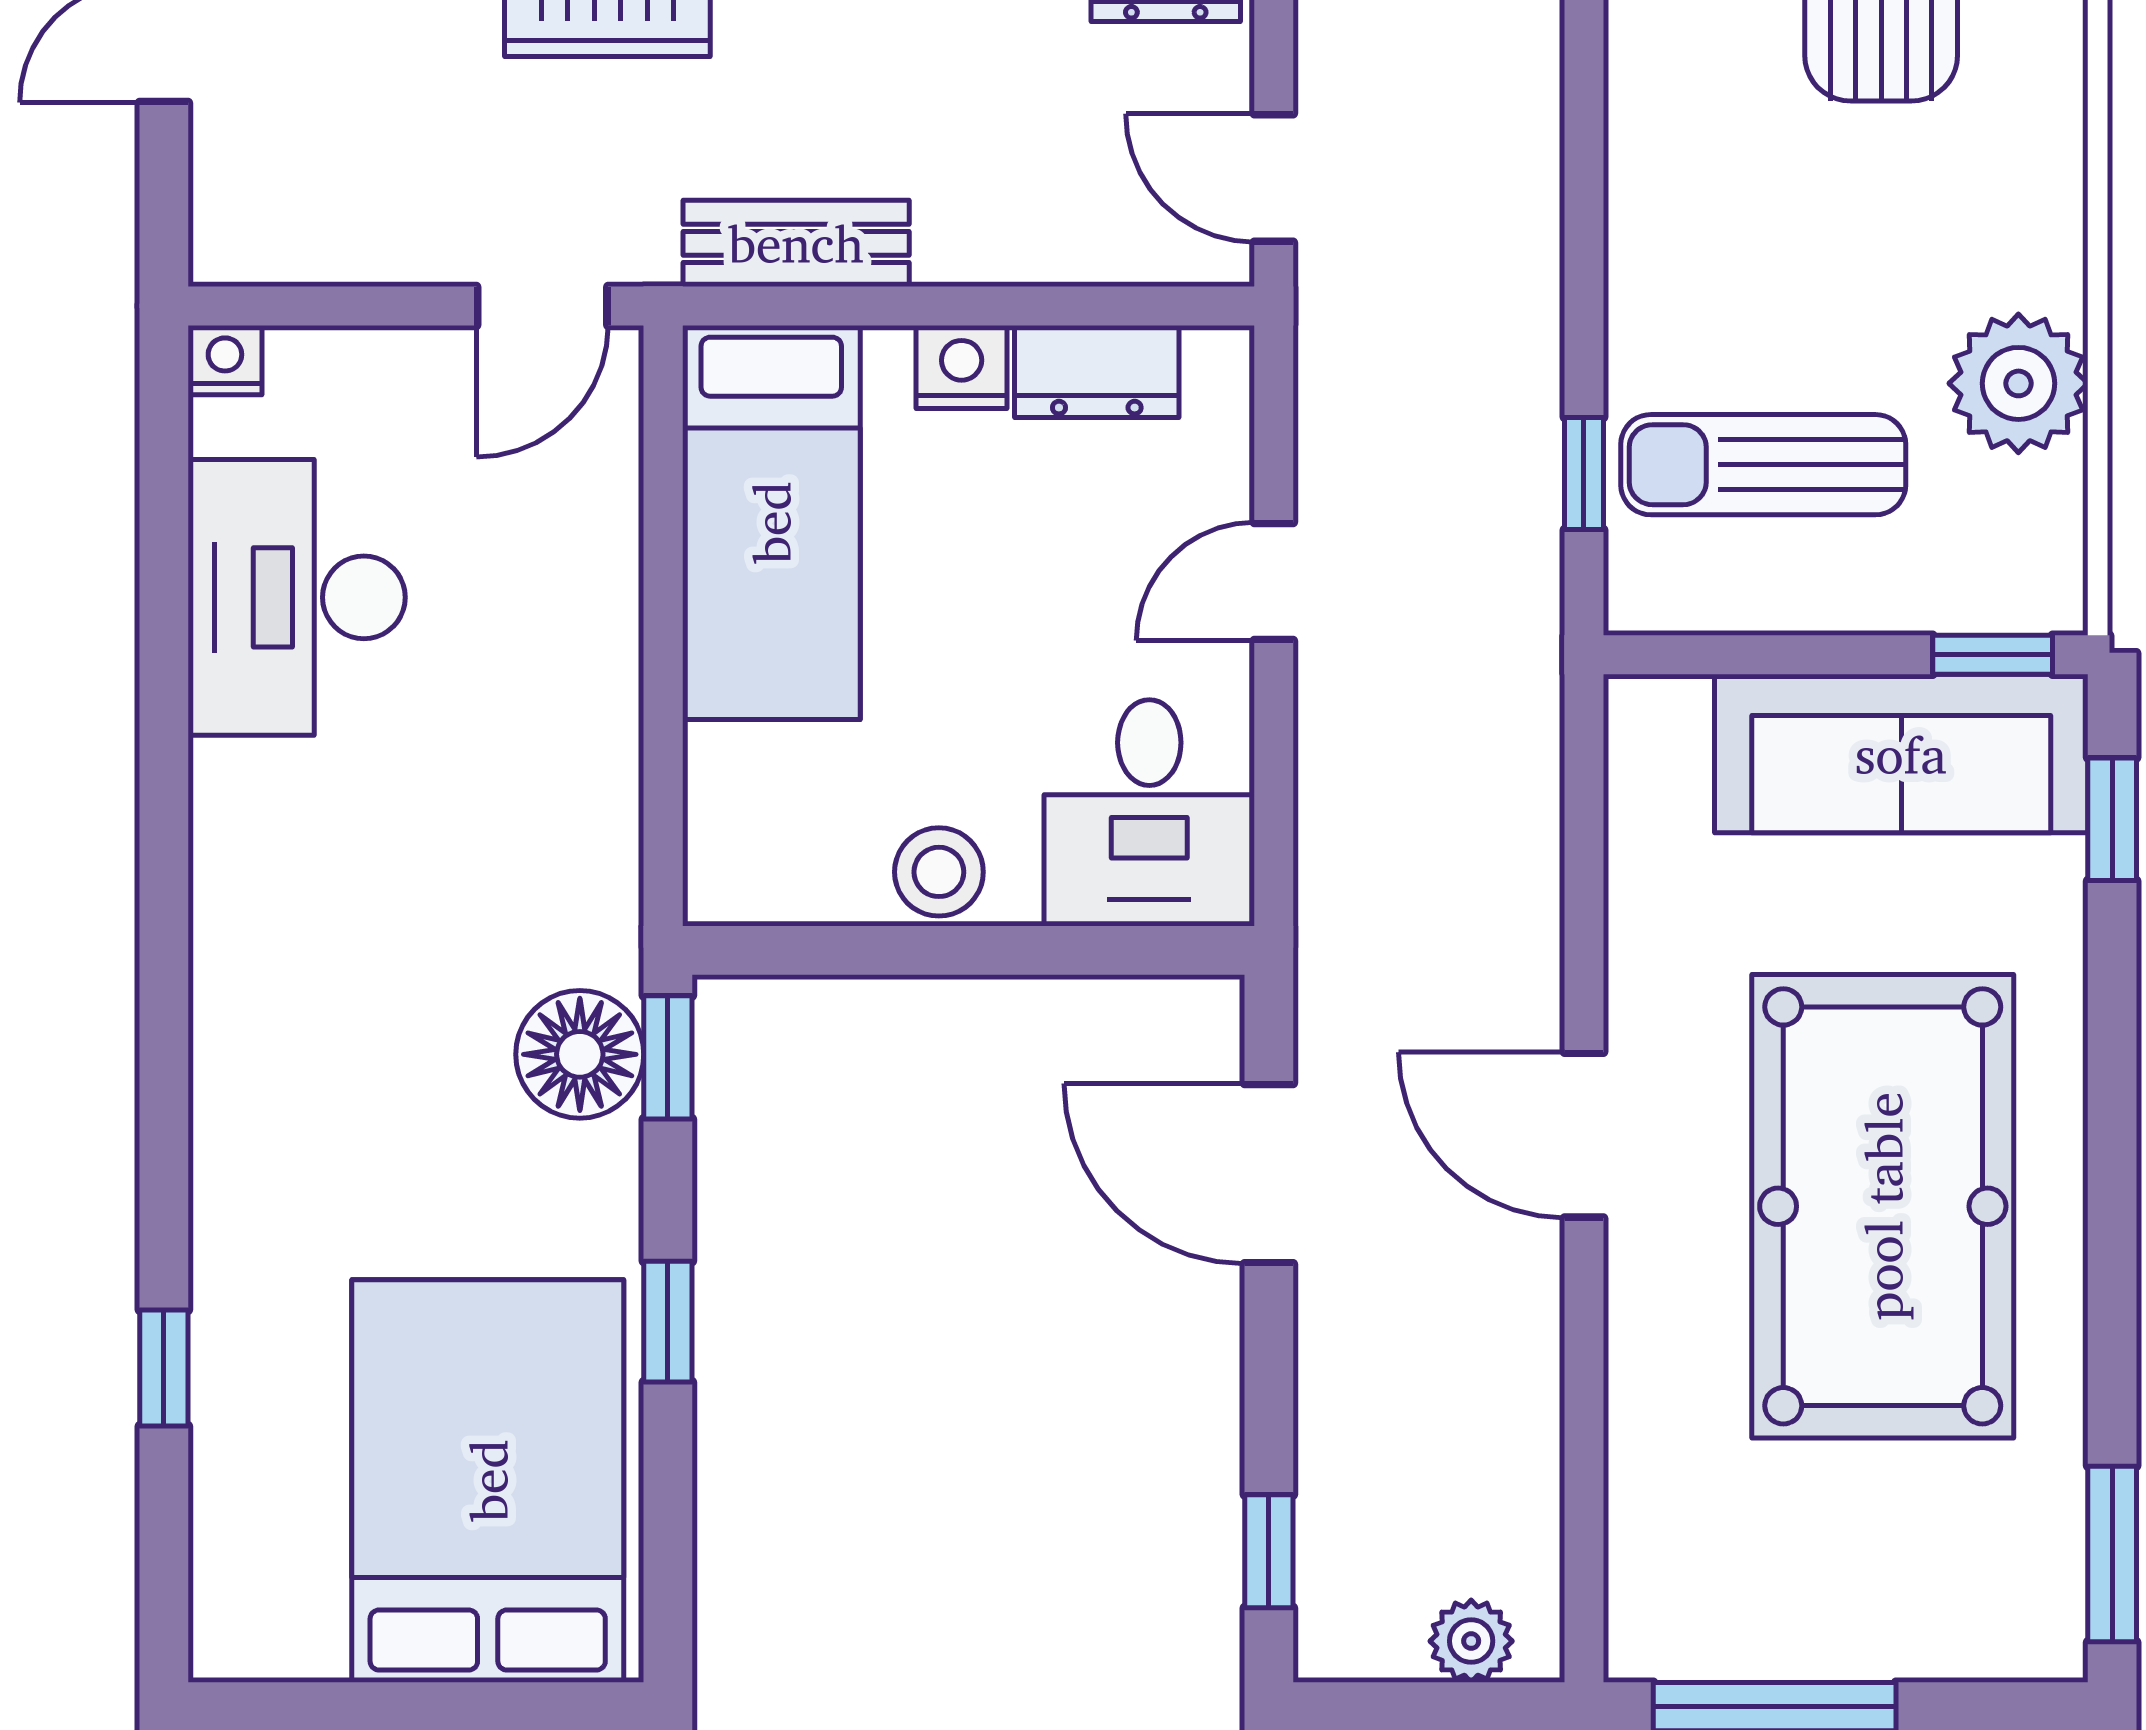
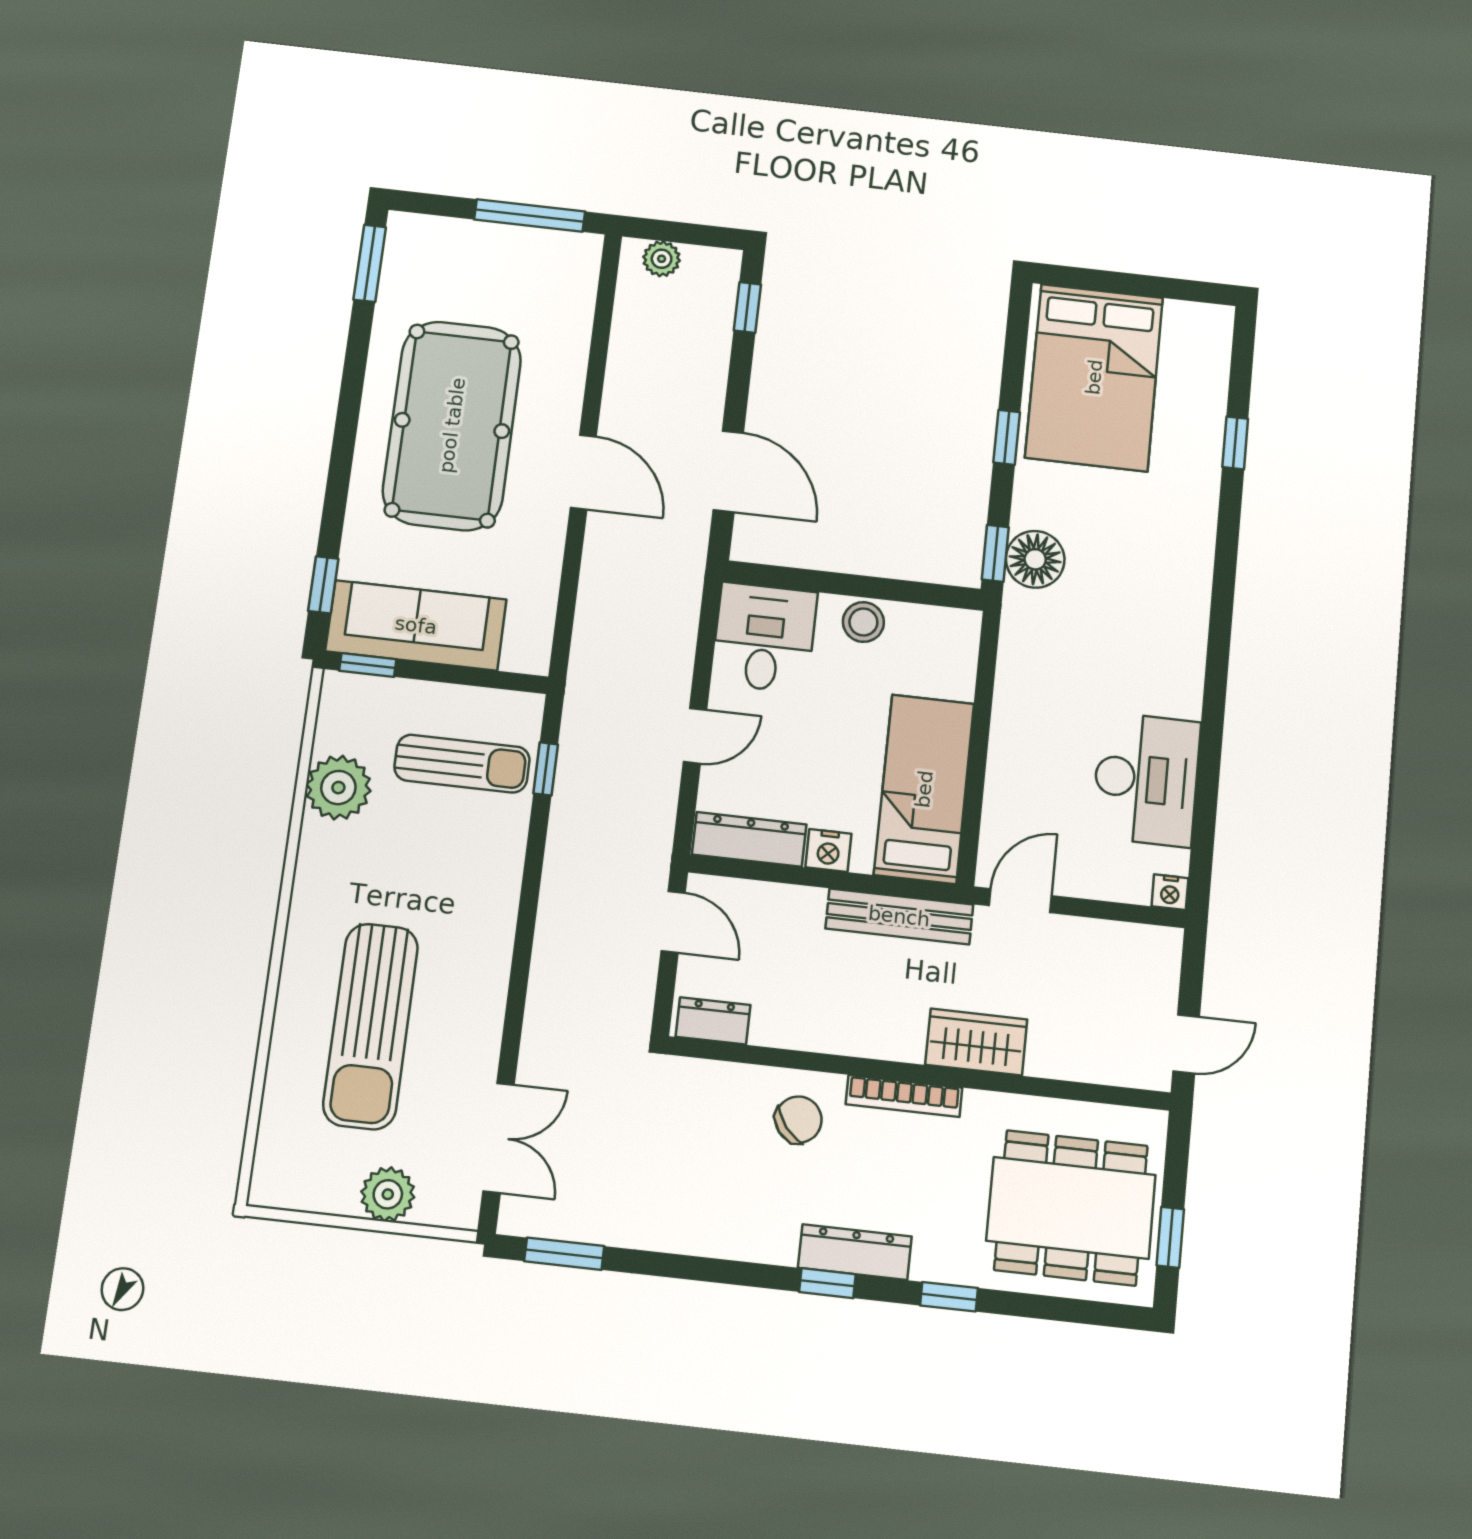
bench: (796, 243) -> (899, 916), width x1.36
dresser: (1097, 372) -> (749, 839), width x1.44

